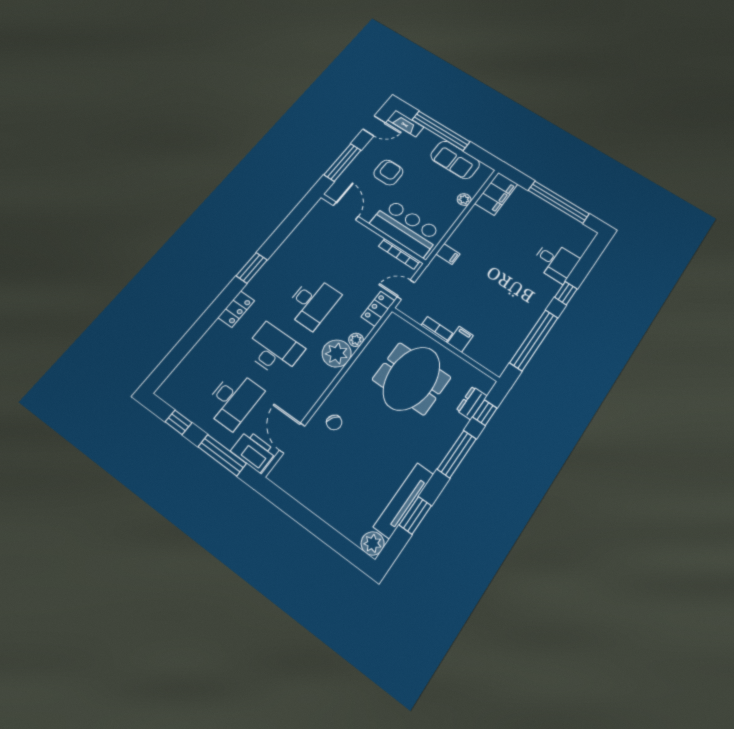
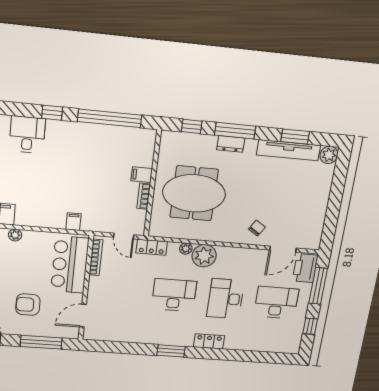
dresser: (472, 403) -> (231, 144), moved

